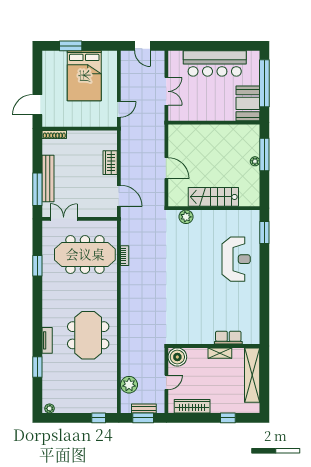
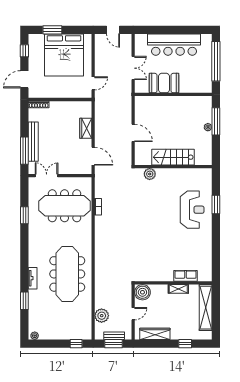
window: (37, 71) -> (24, 51), added
bed: (84, 76) -> (64, 55), width x1.36
booth: (248, 103) -> (164, 83), moved, turned 90
window: (264, 233) -> (216, 205), moved
meeting table: (88, 335) -> (67, 274), width x1.36

